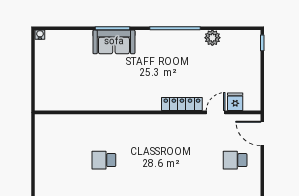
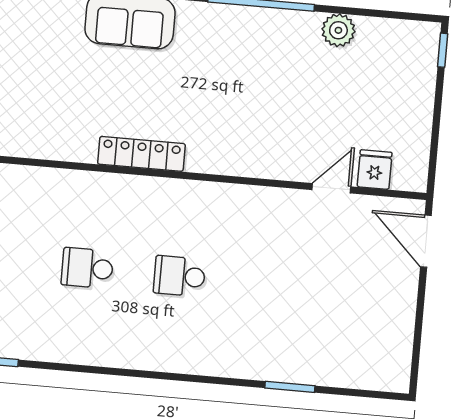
locker: (182, 104) -> (141, 154), moved
school desk: (235, 160) -> (179, 276), moved

